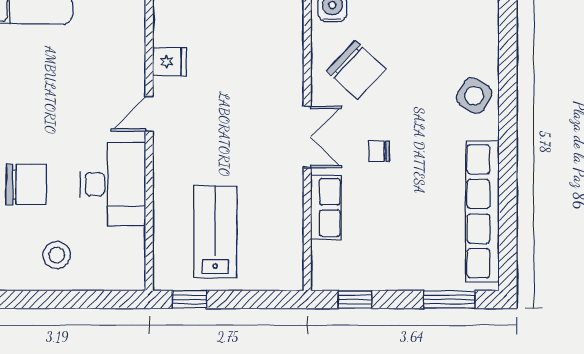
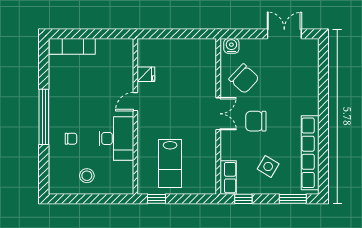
side table: (474, 96) -> (268, 166), moved
chair: (379, 151) -> (256, 121), width x1.87, depth x1.87
chair: (26, 184) -> (71, 139), width x0.54, depth x0.54
row of seats: (326, 207) -> (228, 178), moved
lab bench: (215, 232) -> (170, 164), turned 180

